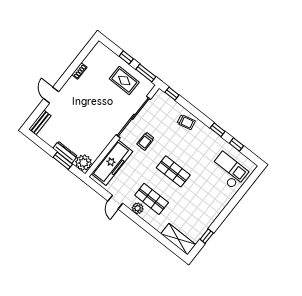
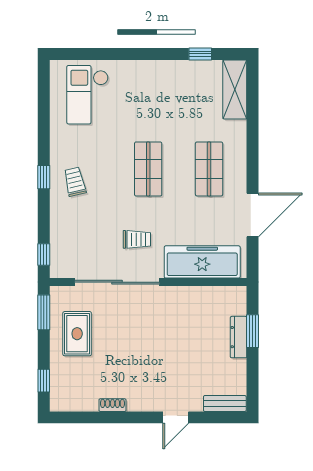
window: (126, 58) -> (44, 381), moved
trolley: (186, 122) -> (75, 182), moved
window: (218, 130) -> (44, 177), moved
window: (236, 145) -> (44, 112), removed
plant: (84, 163) -> (233, 301), removed
door: (115, 202) -> (253, 215), width x1.87
plant: (138, 208) -> (237, 178), removed

